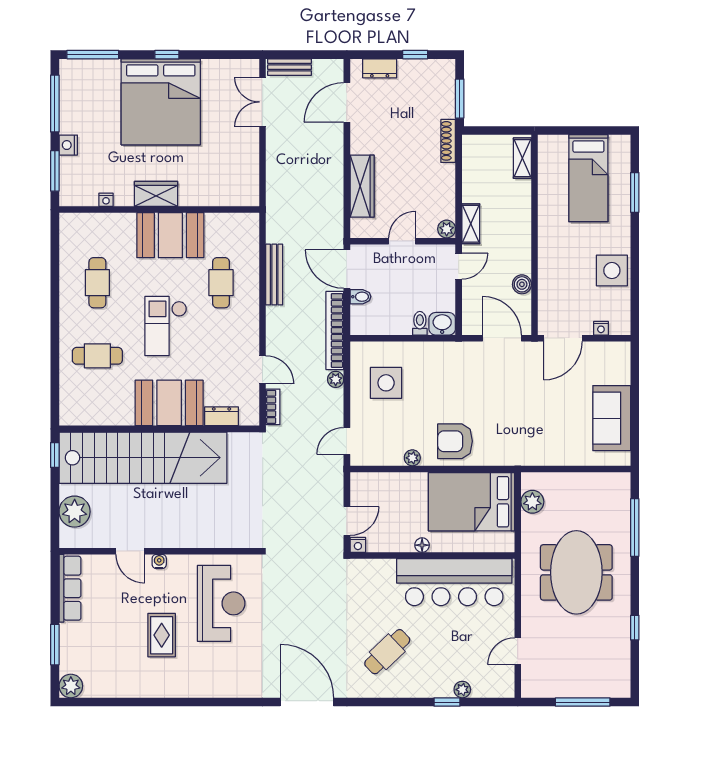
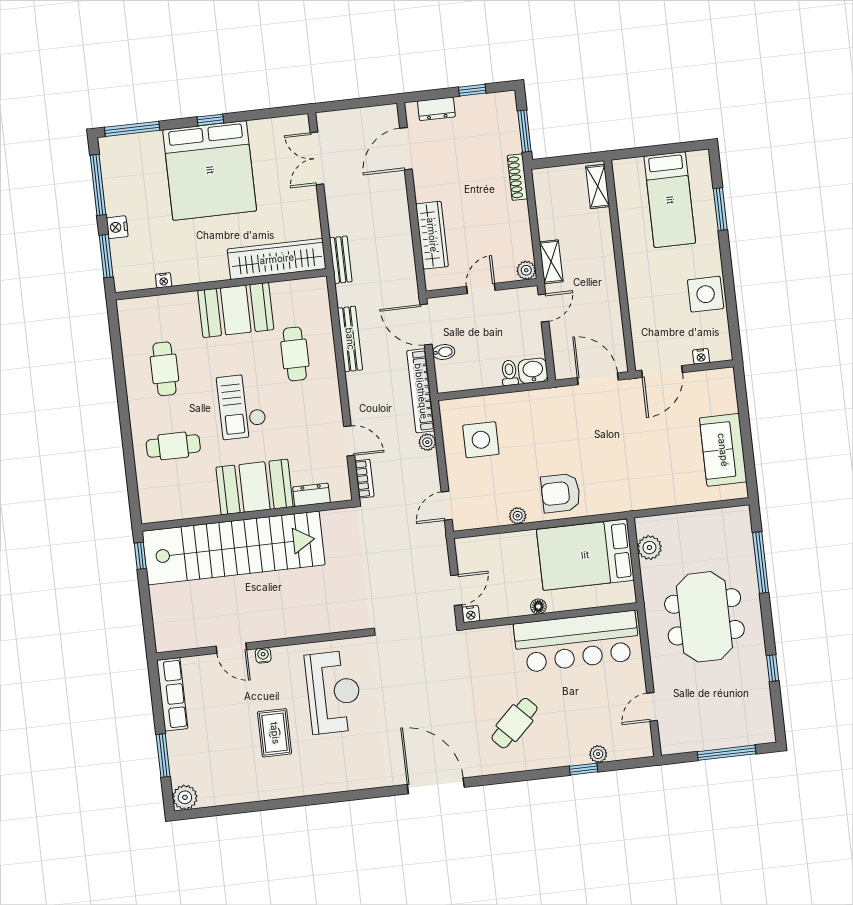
bench: (290, 67) -> (341, 260), moved, turned 90
wardrobe: (156, 194) -> (277, 259), moved, width x2.10, depth x1.17
boiler: (522, 284) -> (612, 320), removed
plant: (75, 512) -> (168, 613), removed

